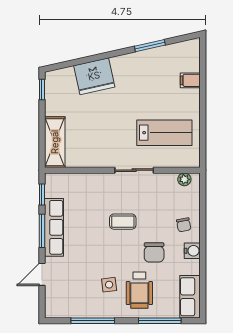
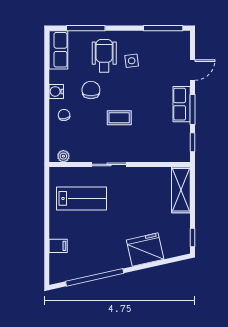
window: (150, 46) -> (95, 277), width x2.11
lab bench: (164, 133) -> (81, 198), turned 180
row of seats: (54, 227) -> (182, 104), width x0.68
window: (93, 321) -> (163, 28), moved

